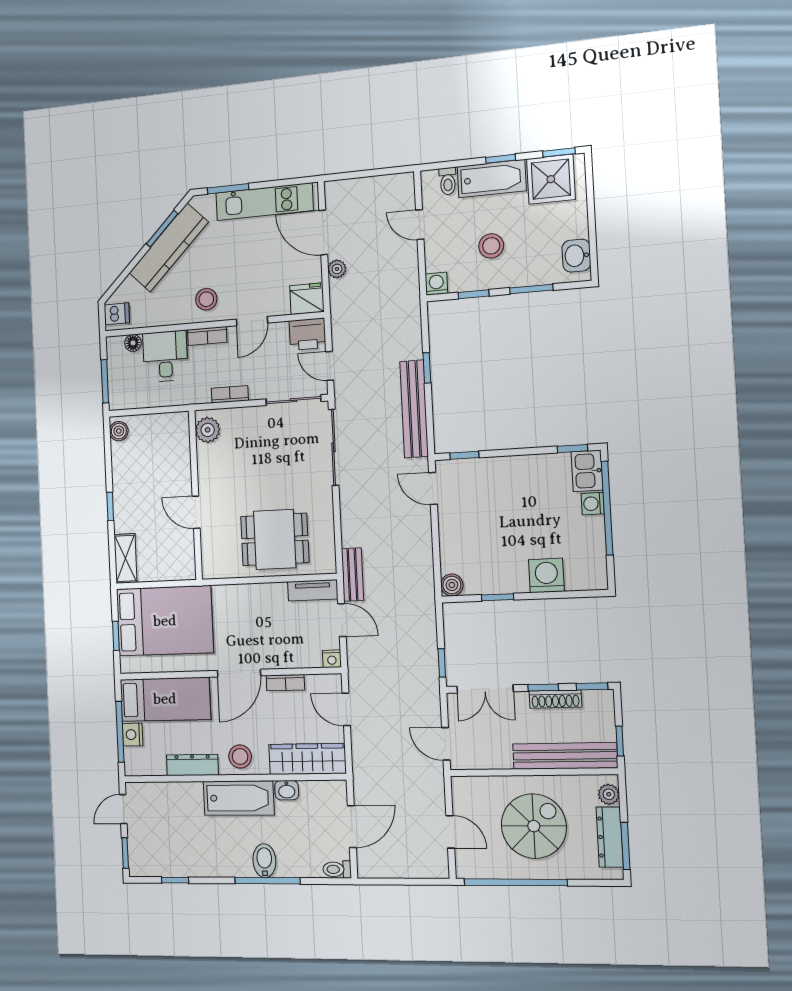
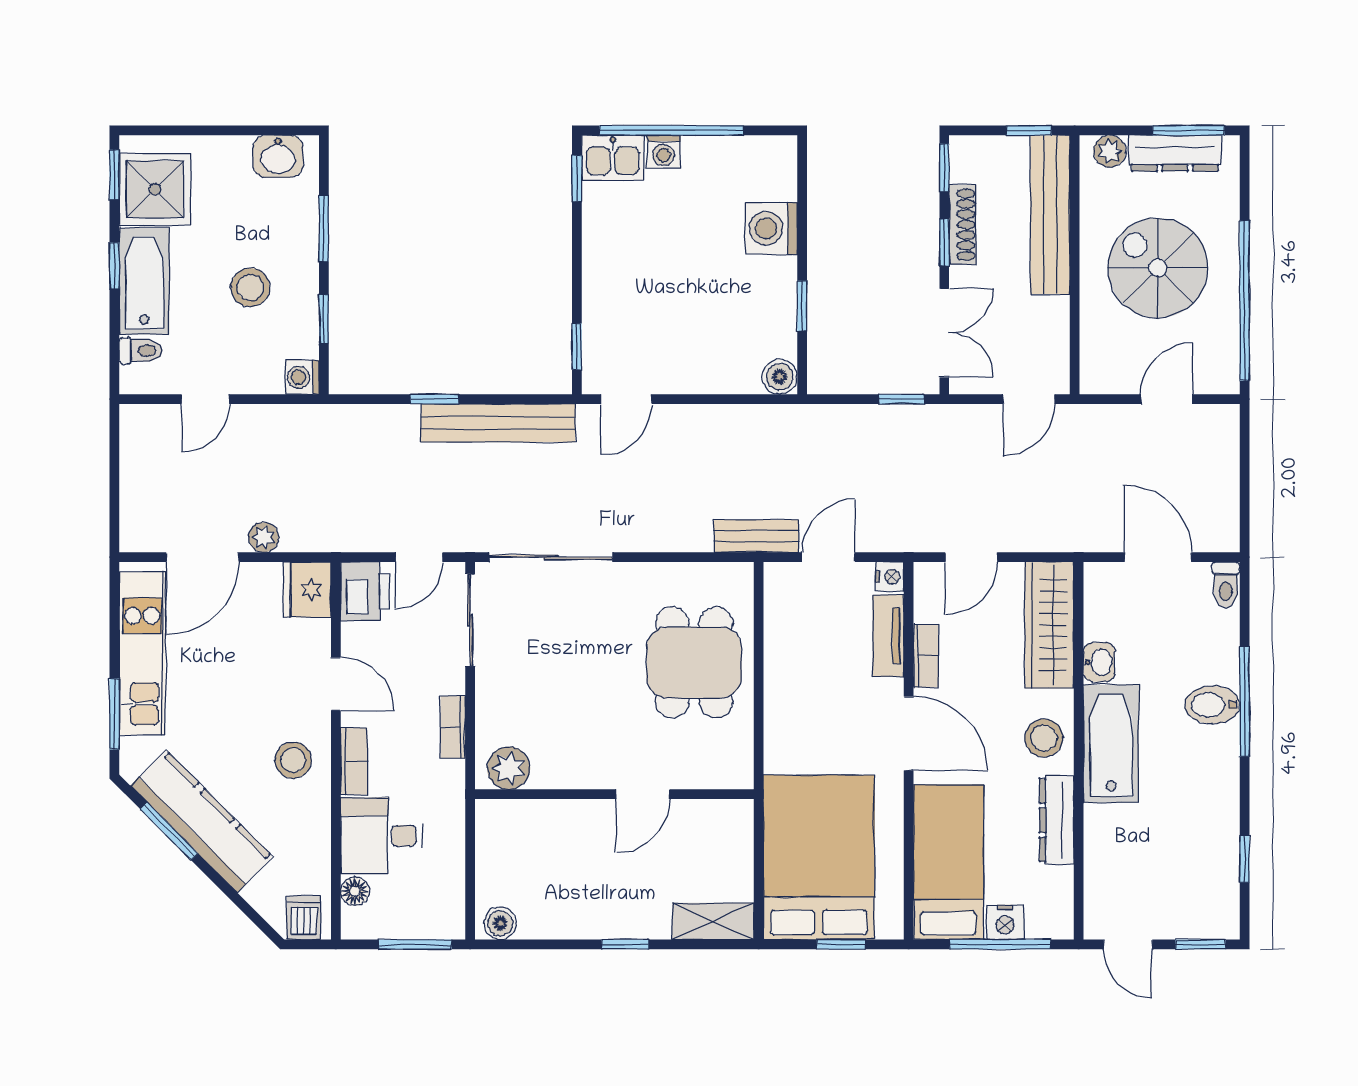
tv unit: (313, 590) -> (888, 636), moved, turned 180

